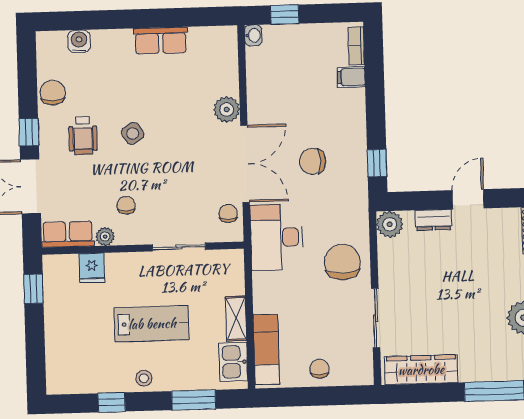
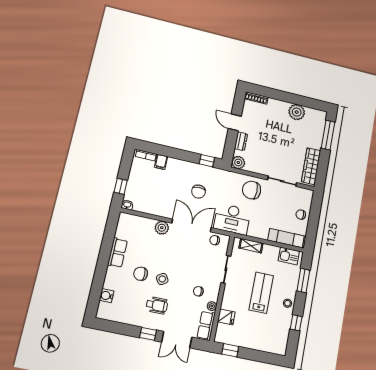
chair: (53, 93) -> (141, 274), moved
shelving: (236, 319) -> (251, 246), moved

